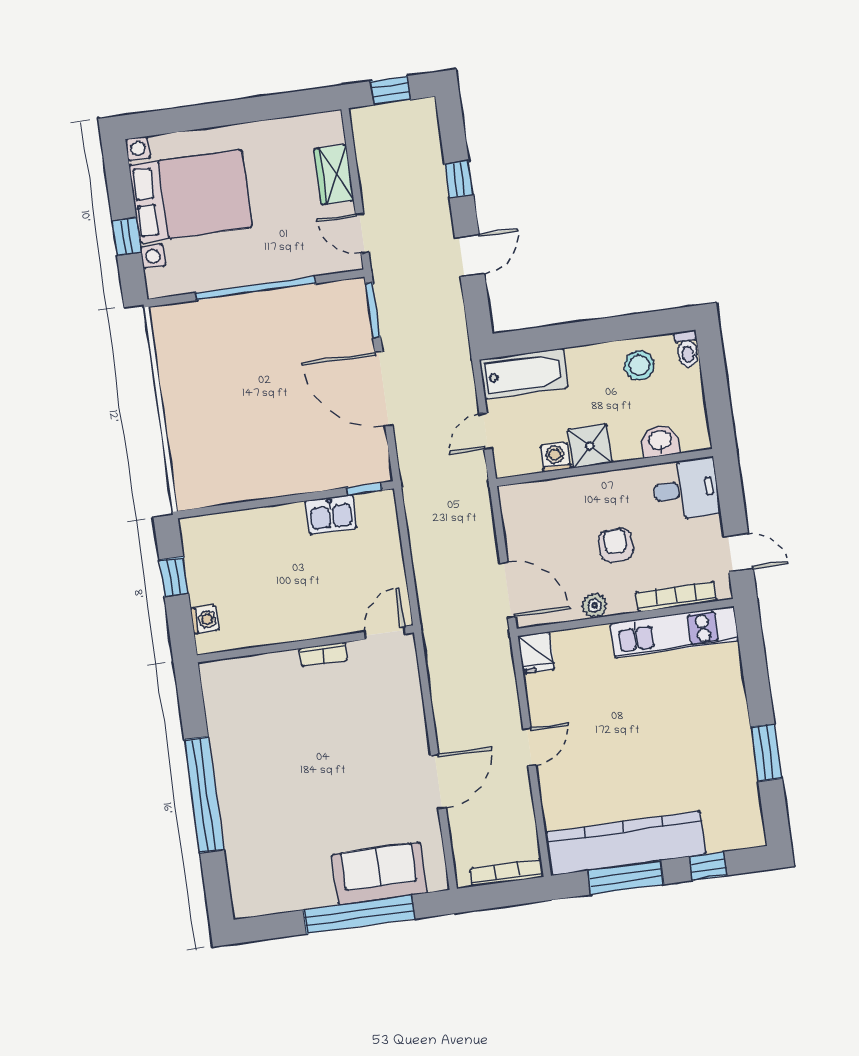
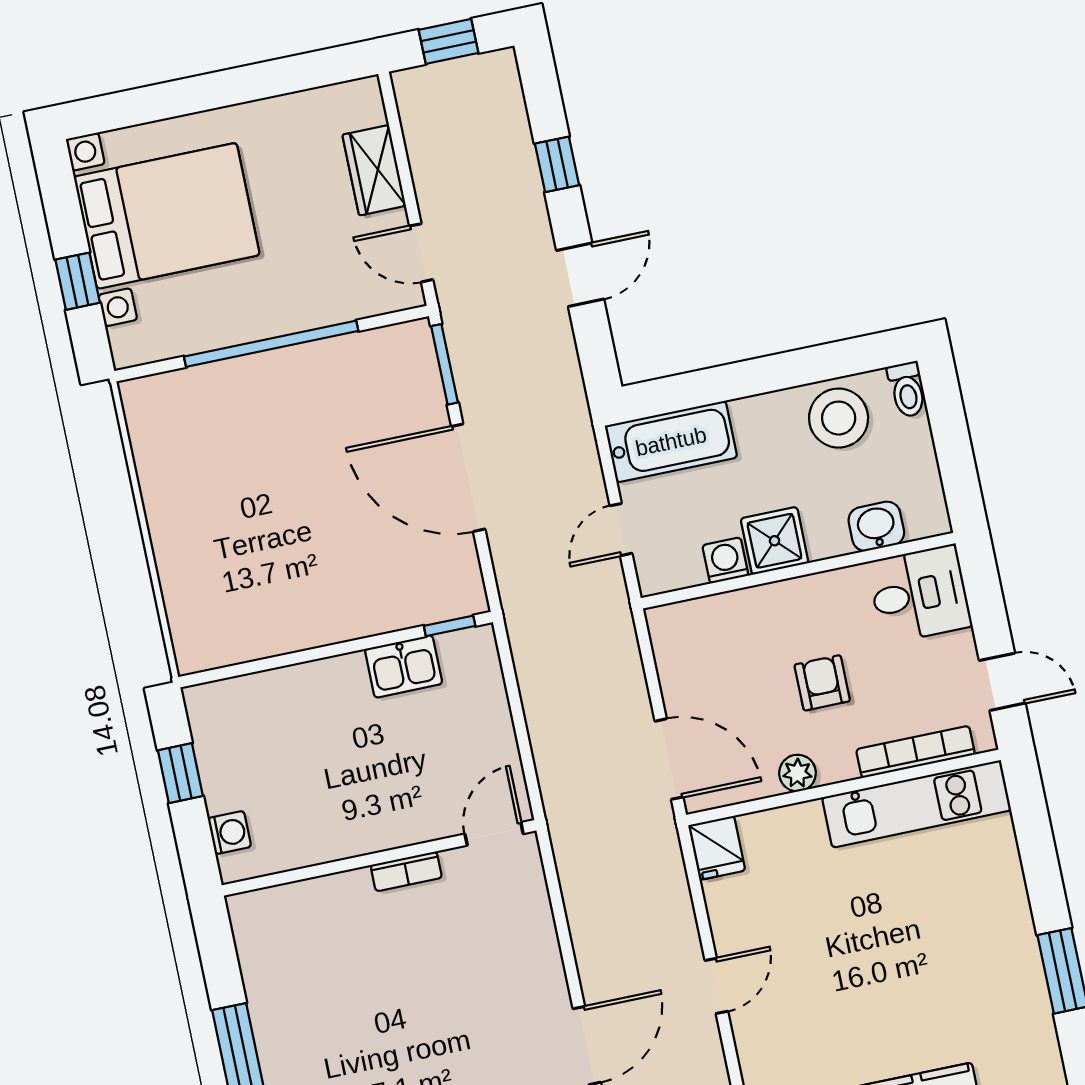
stool: (639, 365) -> (839, 418), width x1.38, depth x1.38

